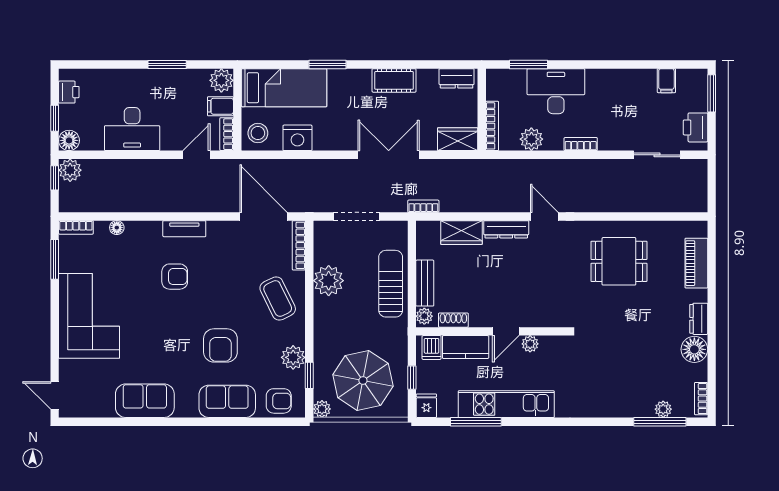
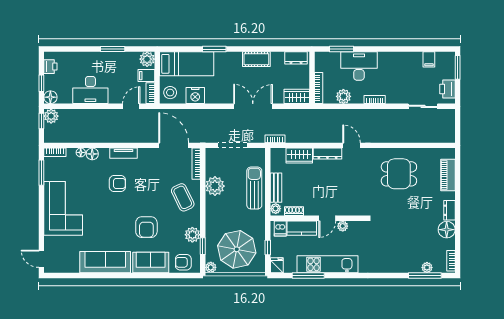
floor lamp: (135, 230) -> (92, 154), added
sofa: (145, 401) -> (105, 262), width x1.36
armchair: (279, 401) -> (183, 262), turned 180

